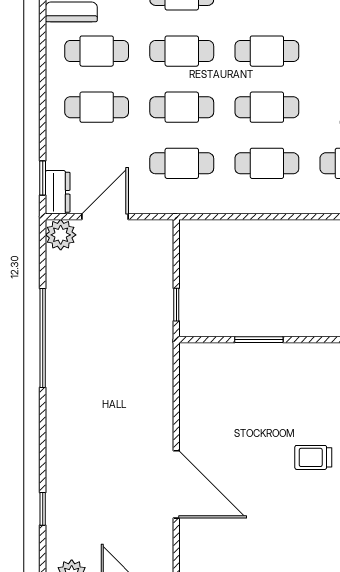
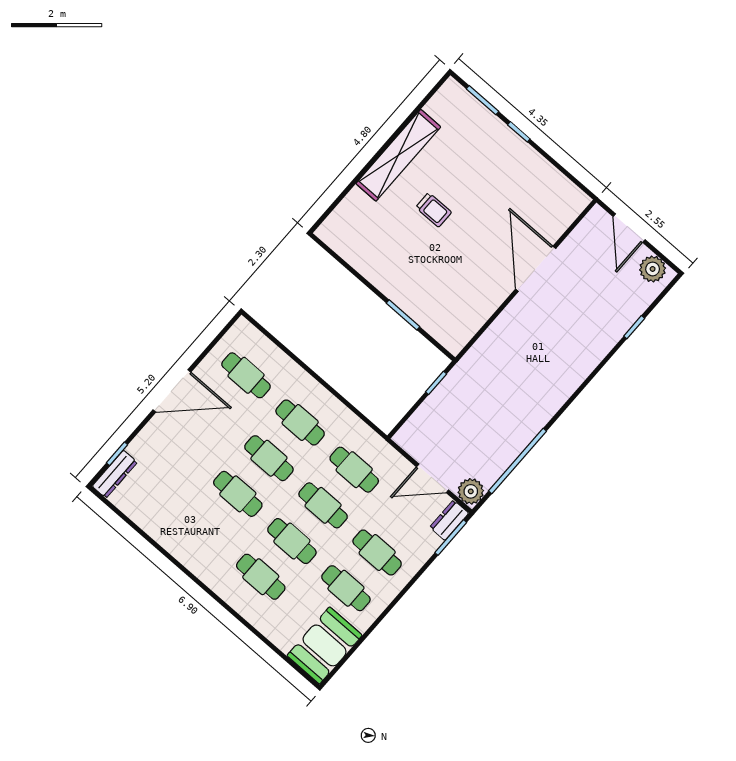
window: (43, 178) -> (451, 537), width x1.50
window: (43, 338) -> (517, 461), moved

